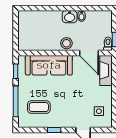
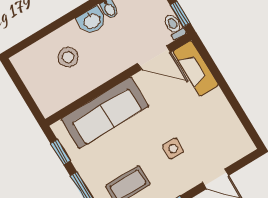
stool: (66, 43) -> (68, 57), moved
side table: (99, 111) -> (173, 149), moved

